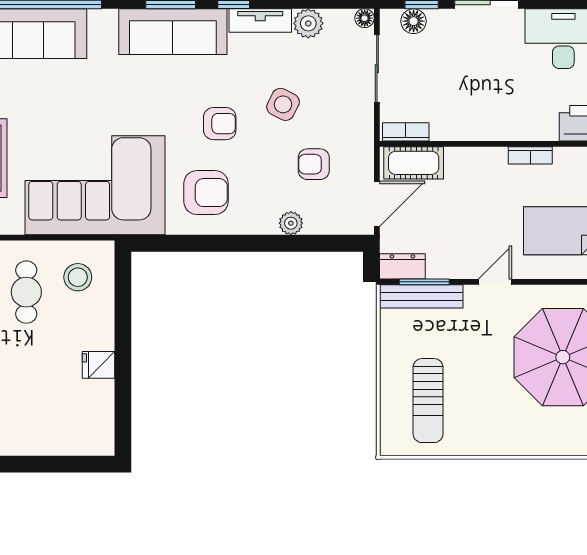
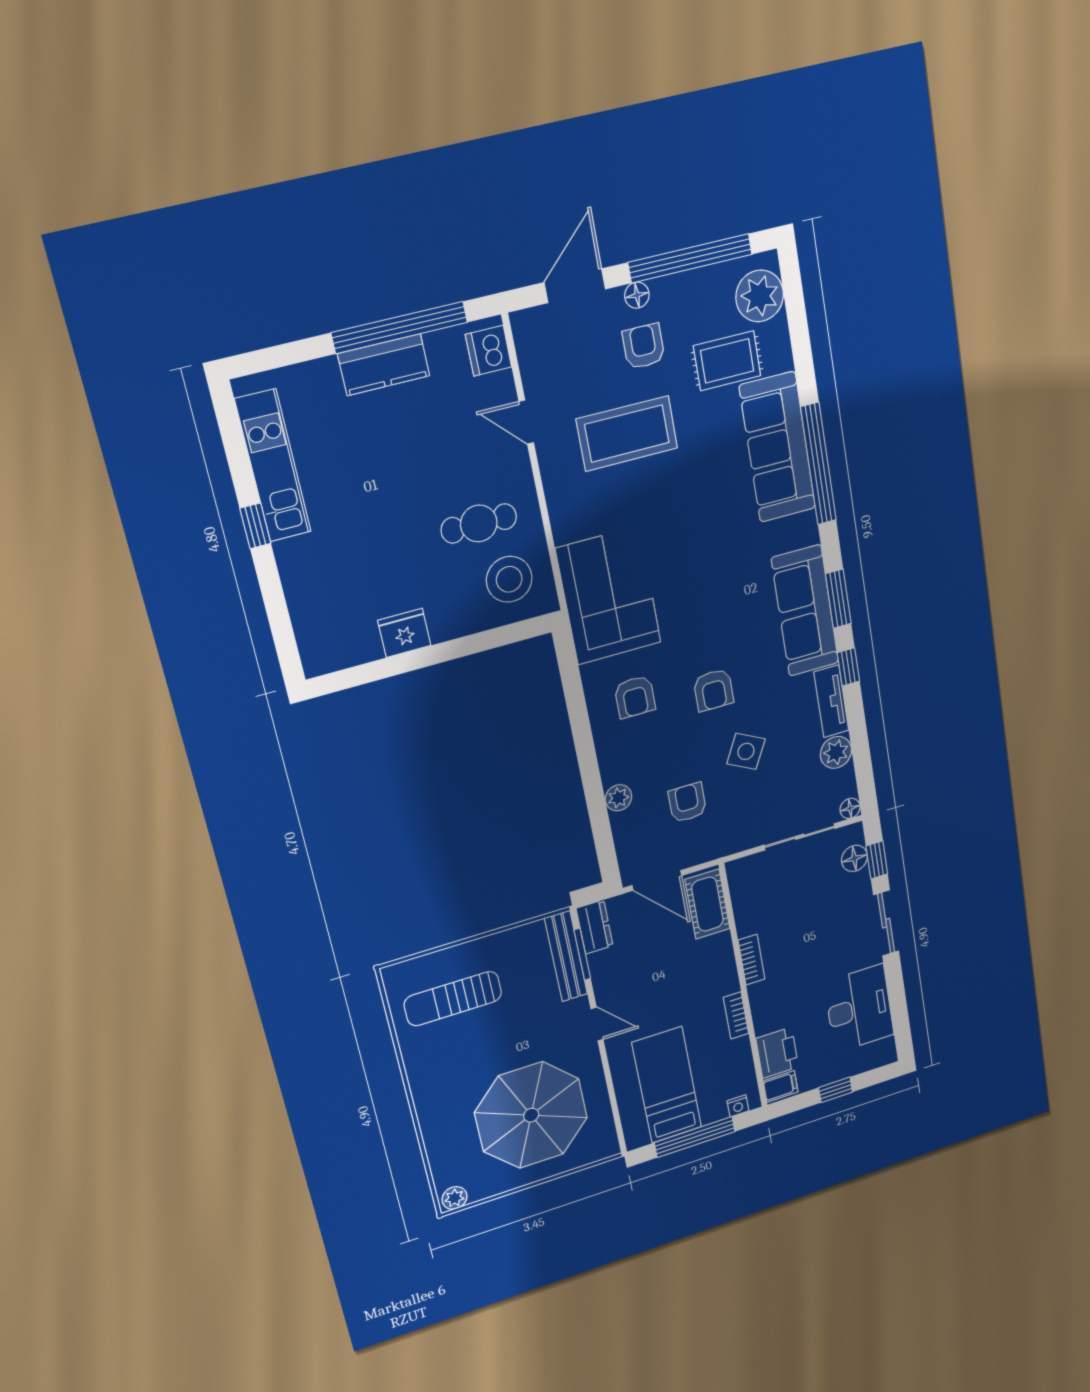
bookcase: (406, 132) -> (752, 960), moved
corner sofa: (95, 185) -> (609, 596), width x0.73, depth x0.74
armchair: (206, 193) -> (635, 697), width x0.72, depth x0.72
stool: (78, 277) -> (509, 579), width x1.38, depth x1.38
fridge: (98, 365) -> (404, 633), width x1.38

